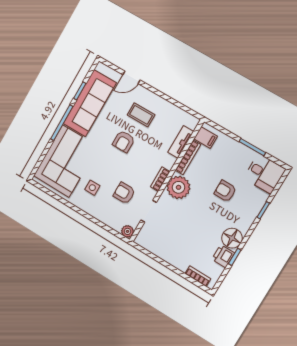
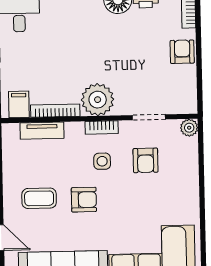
coffee table: (141, 115) -> (39, 198), turned 90
side table: (92, 188) -> (102, 161), moved
armchair: (225, 191) -> (182, 52), moved, turned 180

